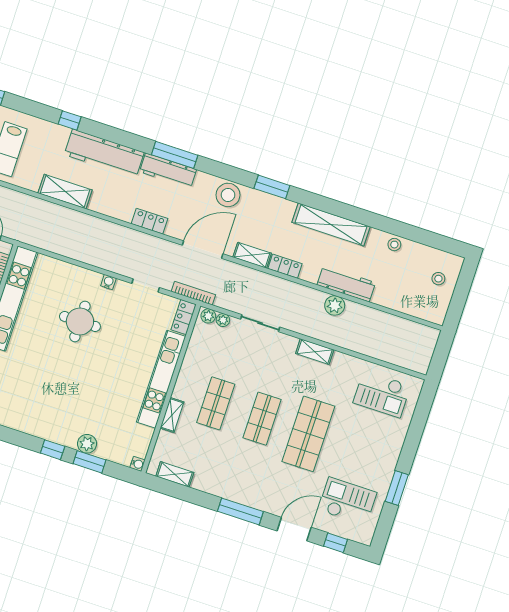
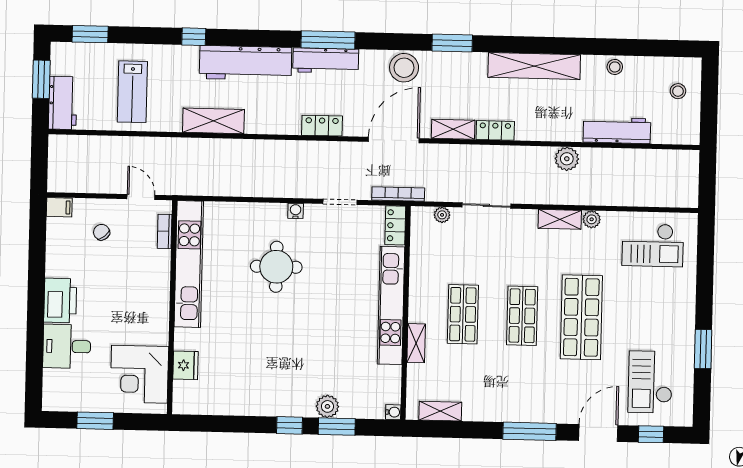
workbench: (346, 284) -> (617, 130), moved
plant: (208, 316) -> (592, 219), moved
checkout: (347, 501) -> (650, 382), turned -90

